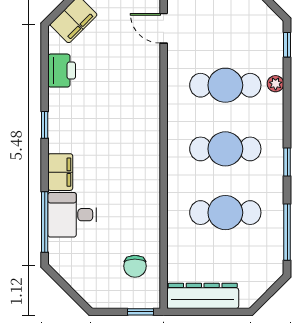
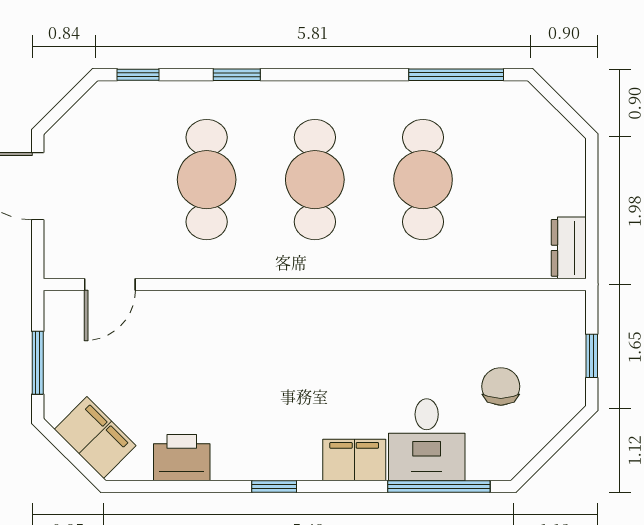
plant: (276, 84) -> (204, 94), removed
window: (287, 162) -> (237, 75), moved
chair: (135, 266) -> (501, 386), moved, turned -90
dresser: (203, 296) -> (569, 248), width x0.51, depth x0.80
window: (141, 312) -> (592, 356), moved

